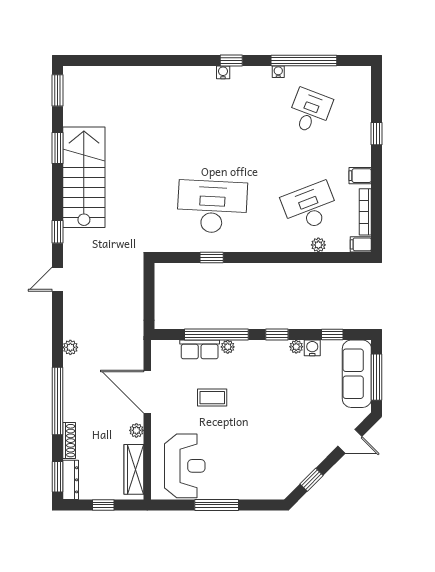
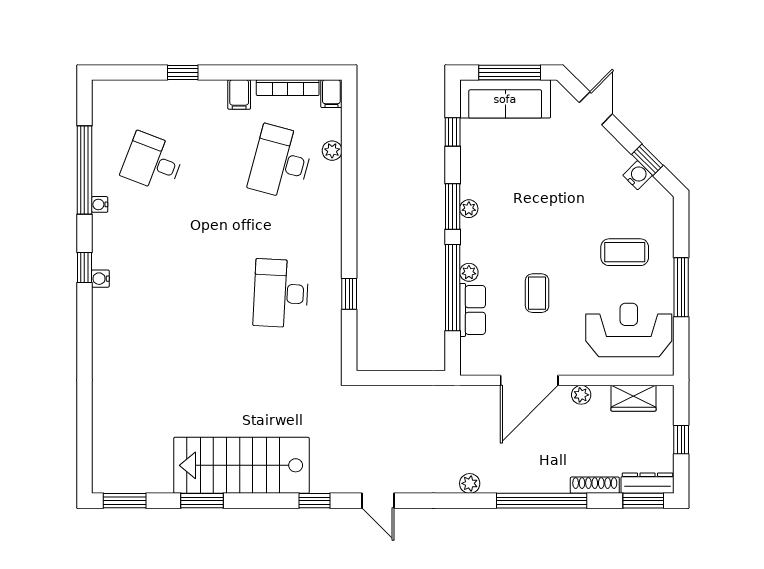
desk: (212, 207) -> (281, 293), width x0.73, depth x0.77
desk: (310, 207) -> (281, 162), turned 36
window: (277, 335) -> (453, 206), width x1.50
plant: (296, 347) -> (469, 209), moved
water cooler: (312, 348) -> (638, 175), moved, turned 135
coffee table: (243, 463) -> (625, 252), added
wardrobe: (134, 469) -> (633, 398), width x0.67

